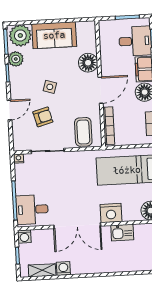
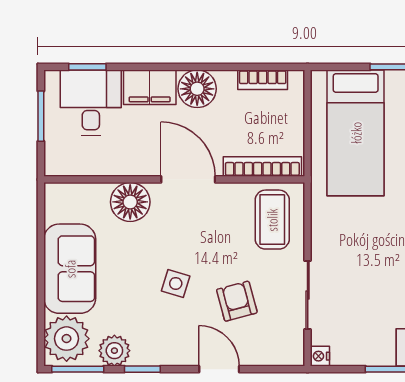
coffee table: (83, 132) -> (272, 220), turned 90

